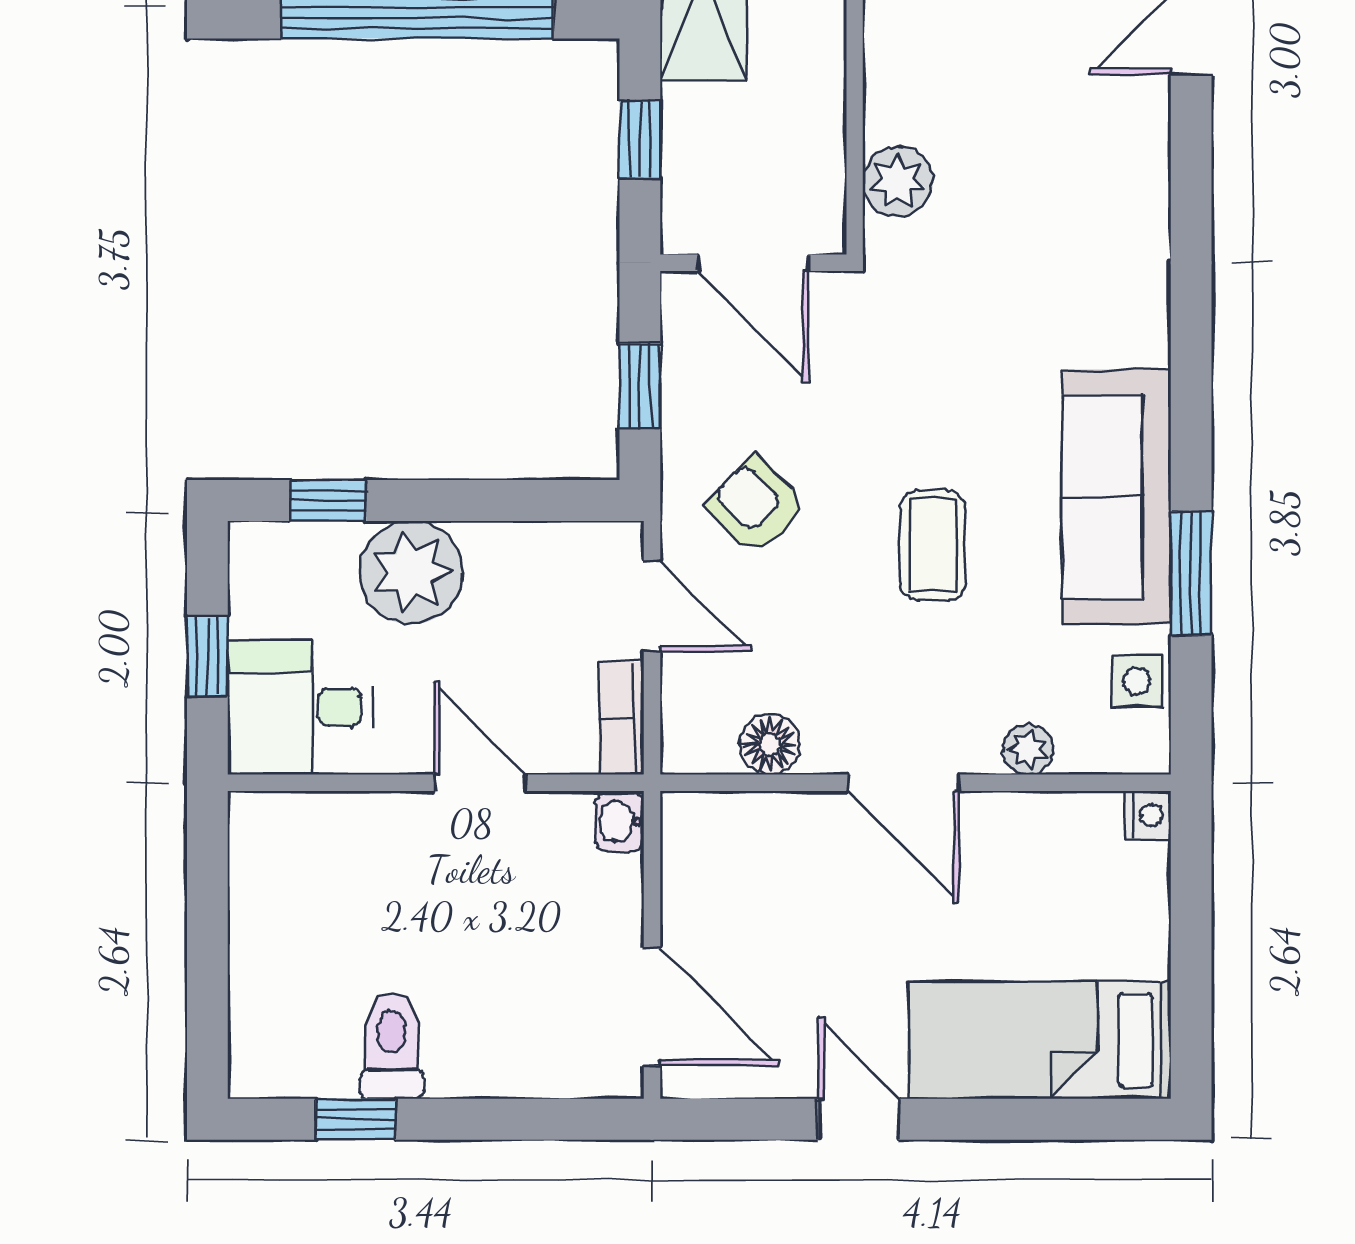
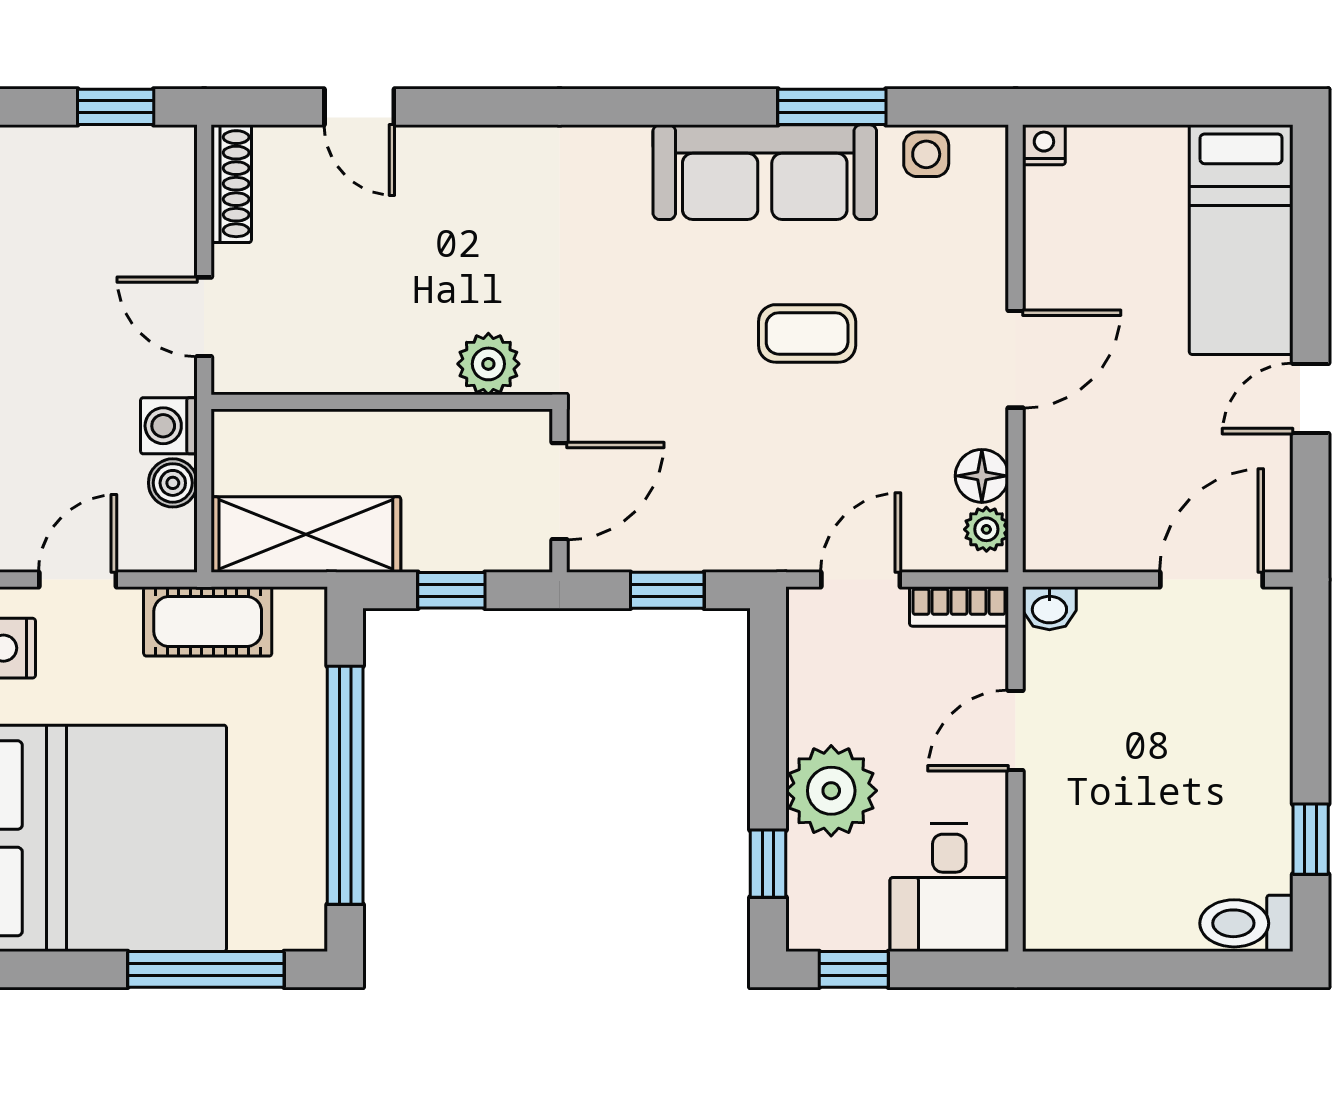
armchair: (756, 505) -> (772, 489), removed
window: (207, 656) -> (854, 969), moved
plant: (1028, 750) -> (986, 529), moved
toilet: (392, 1046) -> (1246, 923), moved

